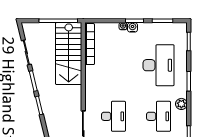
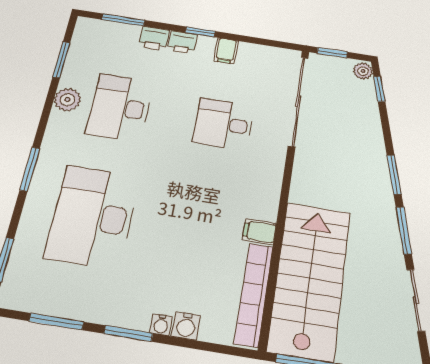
water cooler: (132, 27) -> (186, 326), moved
filing cabinet: (91, 70) -> (259, 232), added
plant: (181, 104) -> (67, 100), moved
desk: (113, 116) -> (224, 124), width x0.73

